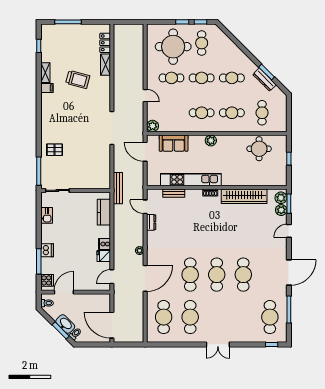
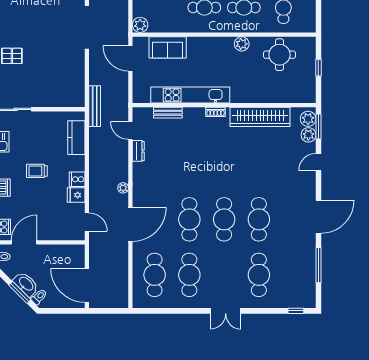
plant: (211, 140) -> (242, 44), moved
trolley: (74, 238) -> (37, 171), added
door: (112, 277) -> (87, 222), swing flipped
cafe table: (270, 317) -> (259, 275), moved

